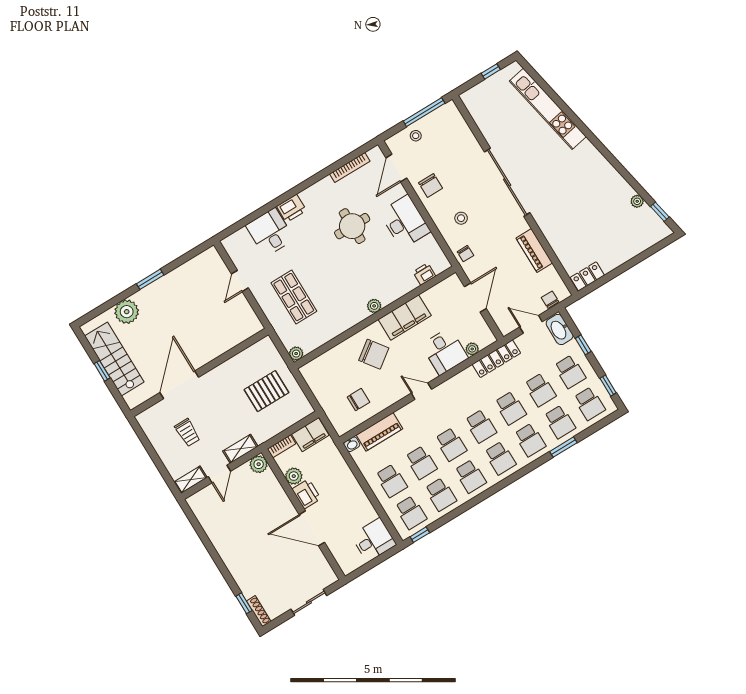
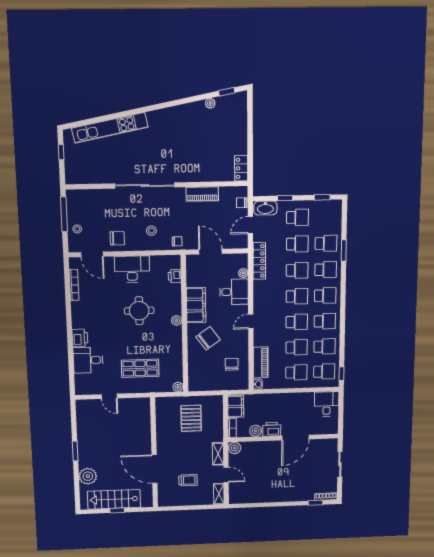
round table: (352, 226) -> (139, 311), moved
school desk: (590, 404) -> (326, 217), removed

